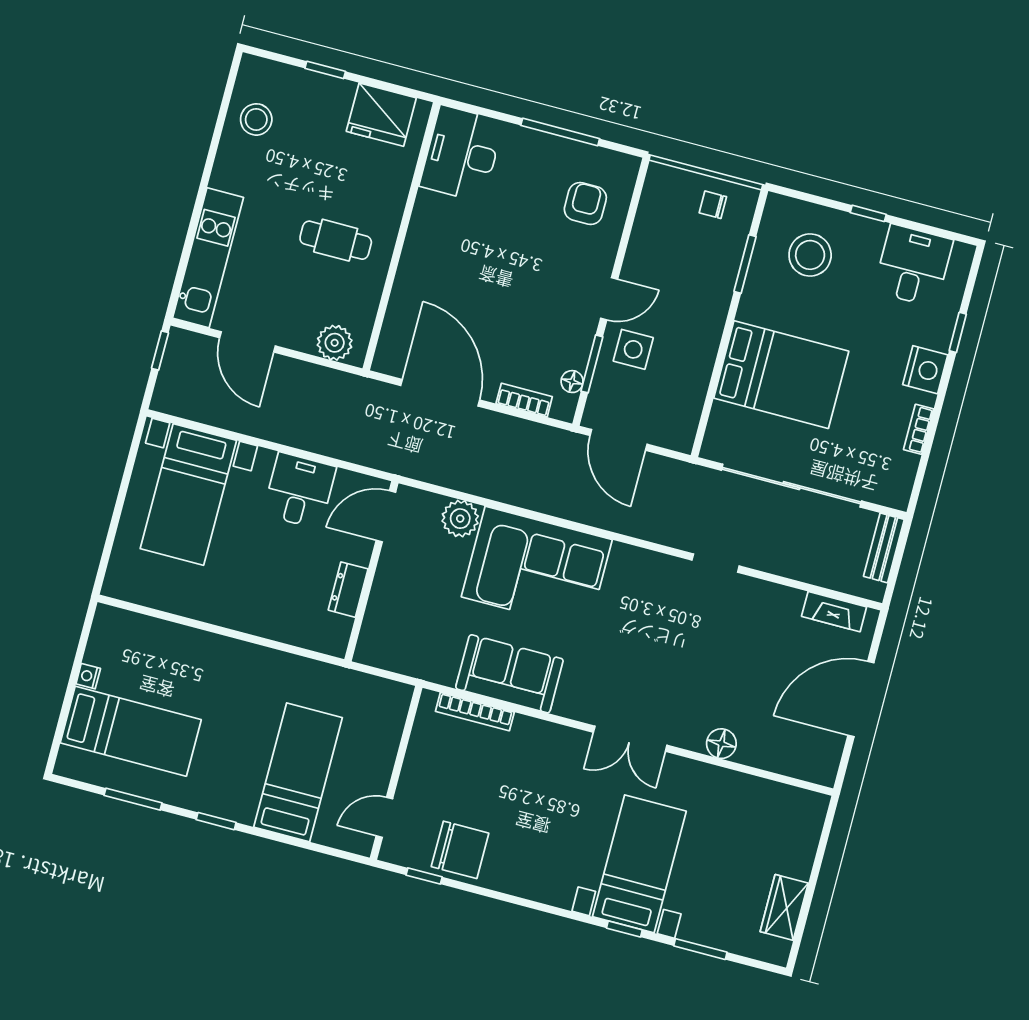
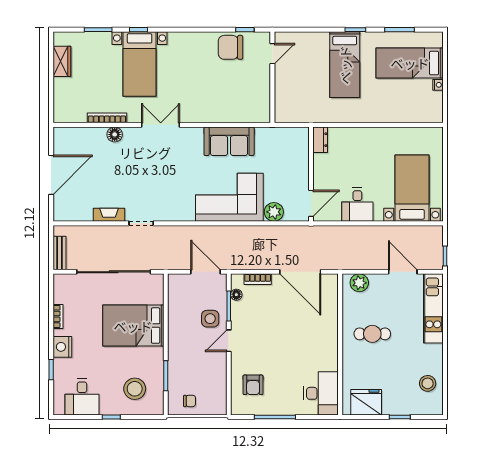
dresser: (348, 590) -> (320, 140), moved
fireplace: (834, 612) -> (109, 215), moved
bookcase: (475, 712) -> (107, 118), moved
bed: (298, 772) -> (345, 65), moved

